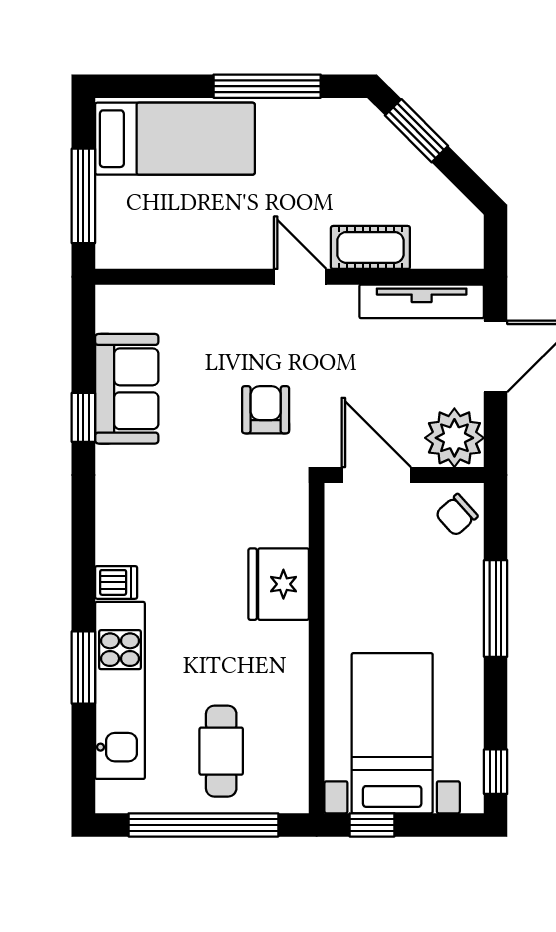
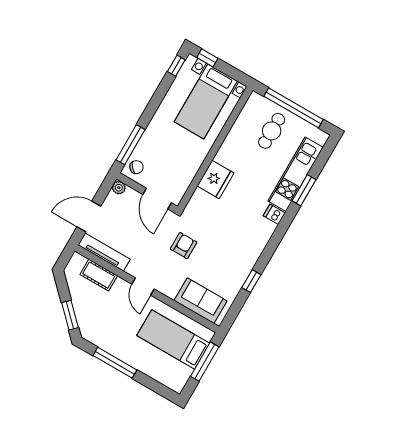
bed: (175, 139) -> (173, 339), moved
cot: (370, 247) -> (99, 275), moved
sofa: (127, 389) -> (201, 301), moved, turned 90
armchair: (266, 410) -> (184, 246), turned 180
plant: (454, 438) -> (119, 188), width x0.53, depth x0.53
window: (496, 608) -> (130, 145), moved
window: (372, 825) -> (207, 58), moved

